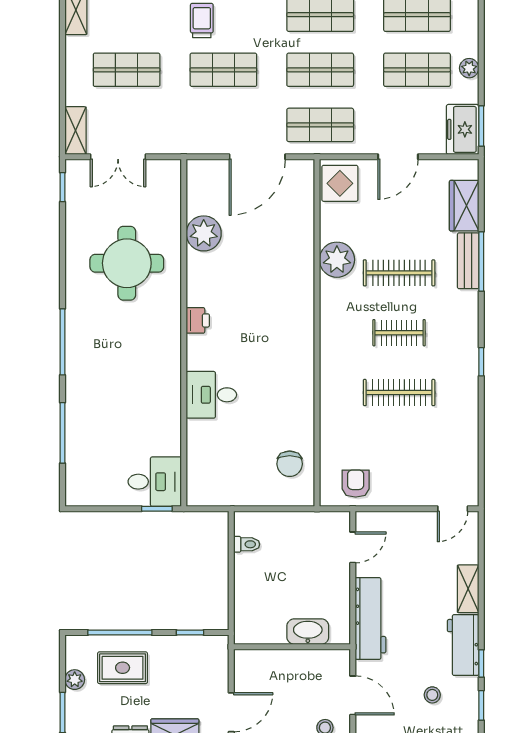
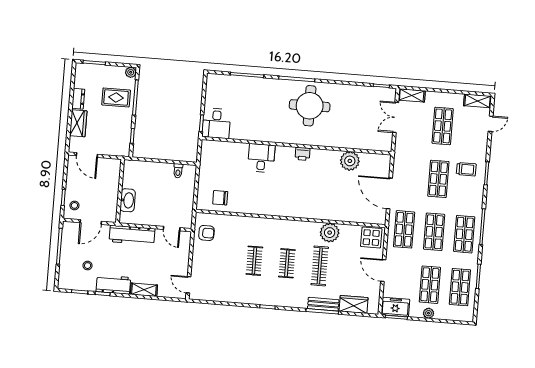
round table: (127, 263) -> (310, 106), moved
clothes rail: (399, 393) -> (254, 261), width x0.73
rug: (123, 668) -> (116, 97), turned 90
plant: (75, 680) -> (131, 72), moved

